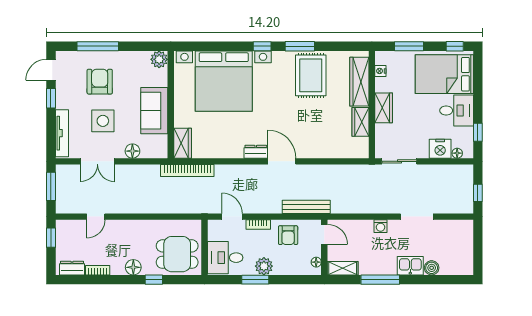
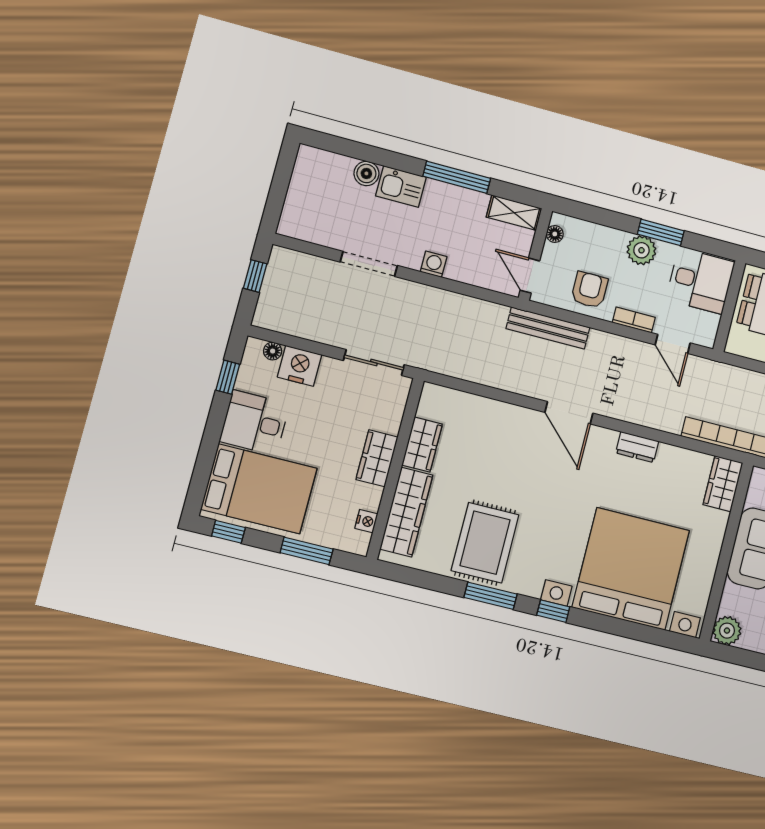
dresser: (256, 152) -> (637, 447), moved

